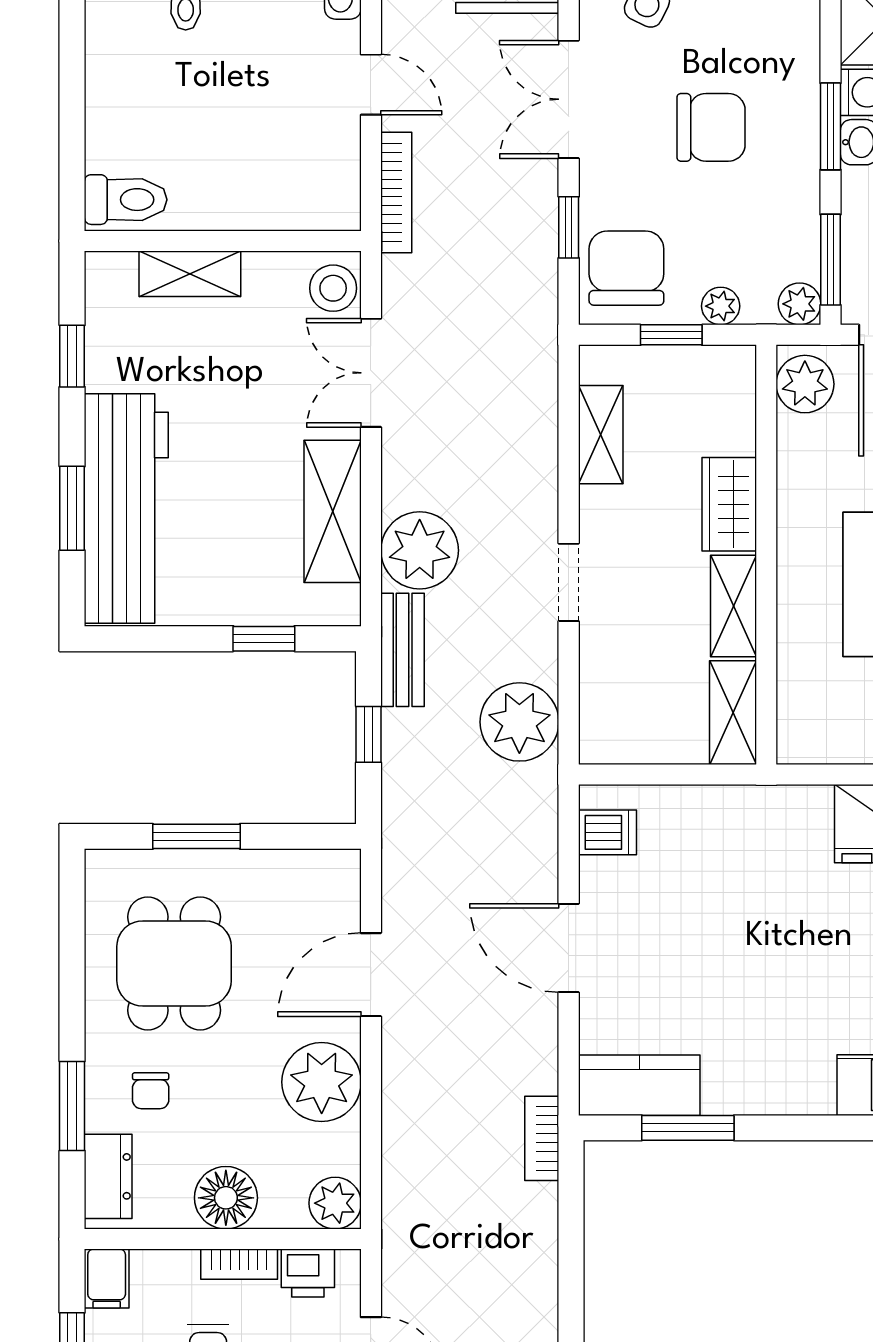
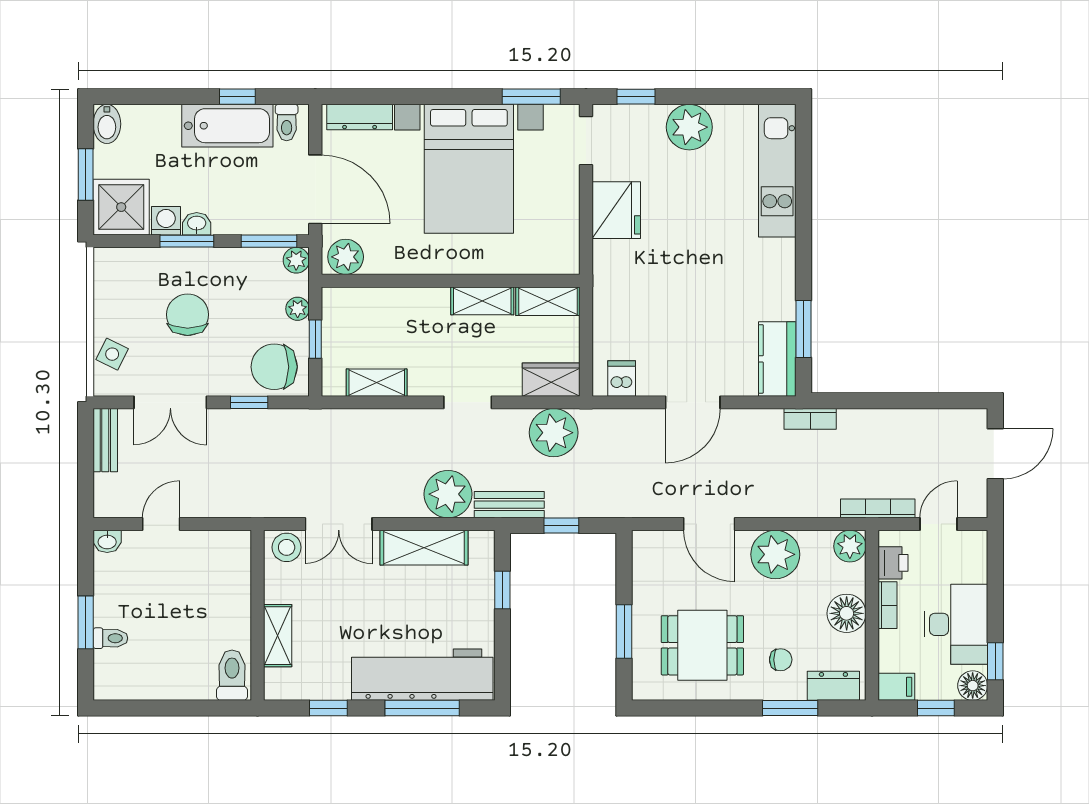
bookcase: (396, 192) -> (878, 508), moved
wardrobe: (729, 504) -> (551, 380), moved, turned 180
window: (72, 508) -> (422, 708), width x1.44

